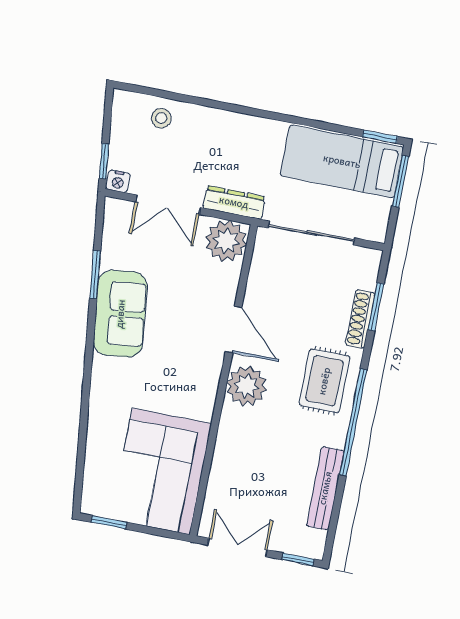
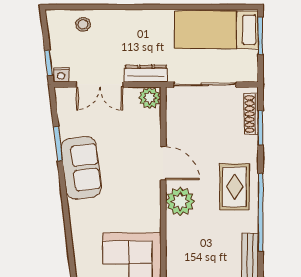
window: (380, 137) -> (240, 7), removed
plant: (226, 241) -> (150, 98), width x0.73, depth x0.73
shoe rack: (360, 319) -> (251, 114), moved

